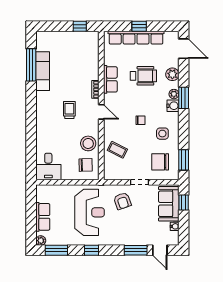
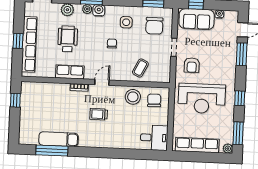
armchair: (122, 201) -> (192, 65), turned 109
reception desk: (90, 212) -> (202, 98), turned 180
row of seats: (43, 217) -> (197, 145), width x1.48

